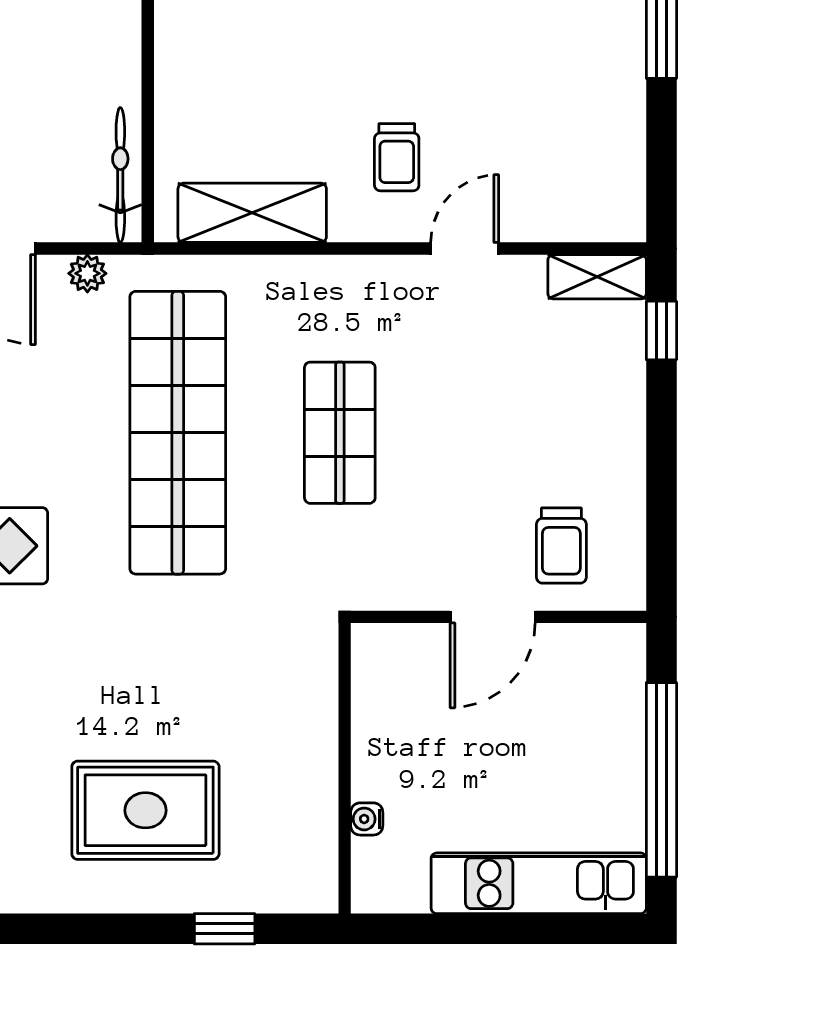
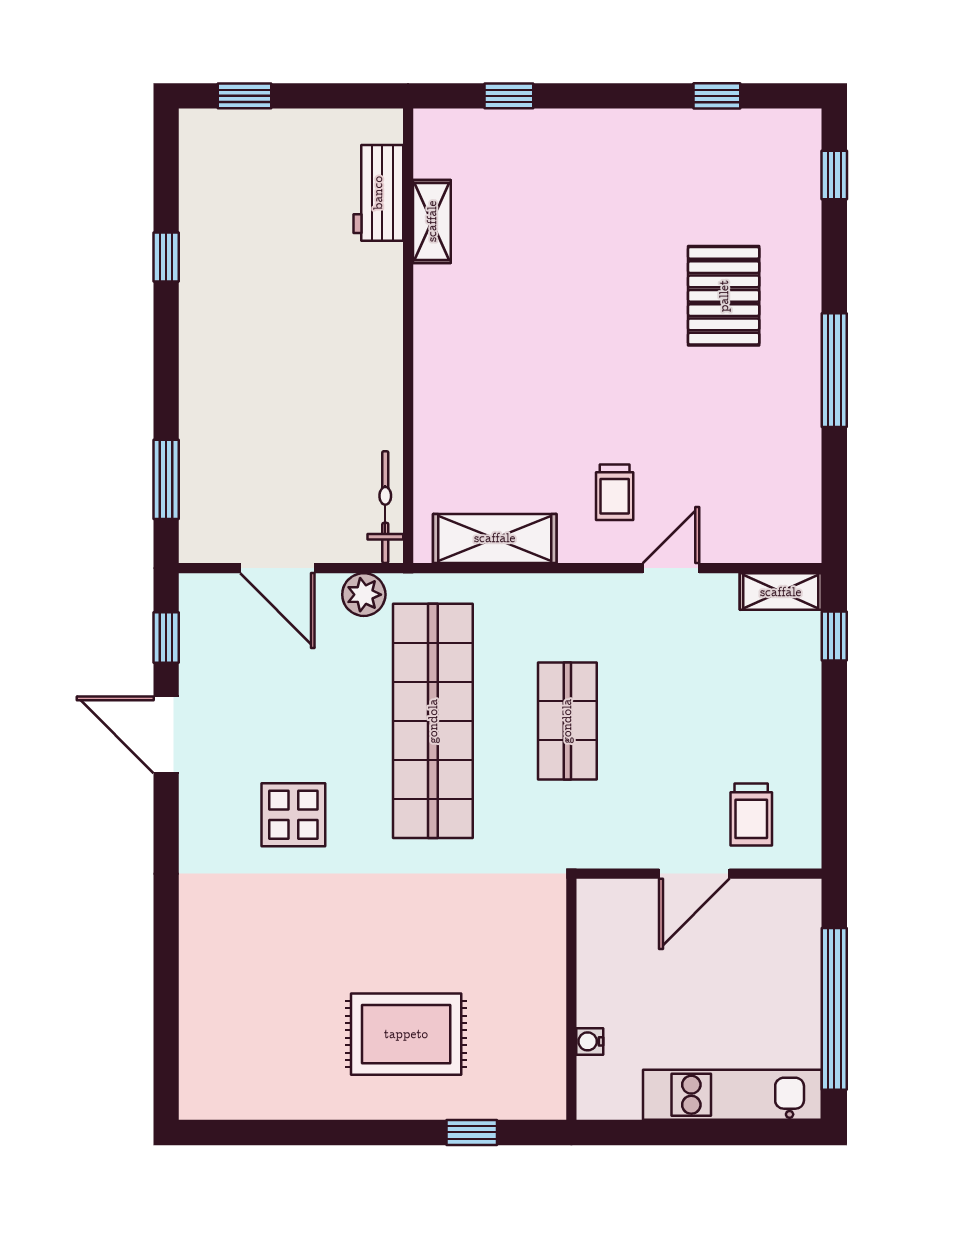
plant: (87, 273) -> (364, 595), width x1.38, depth x1.38

